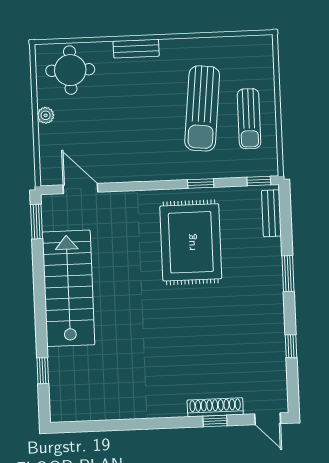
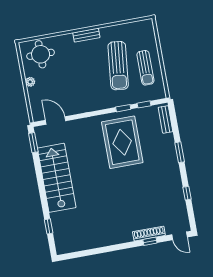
bench: (136, 49) -> (86, 35), moved
window: (259, 181) -> (144, 104), moved

